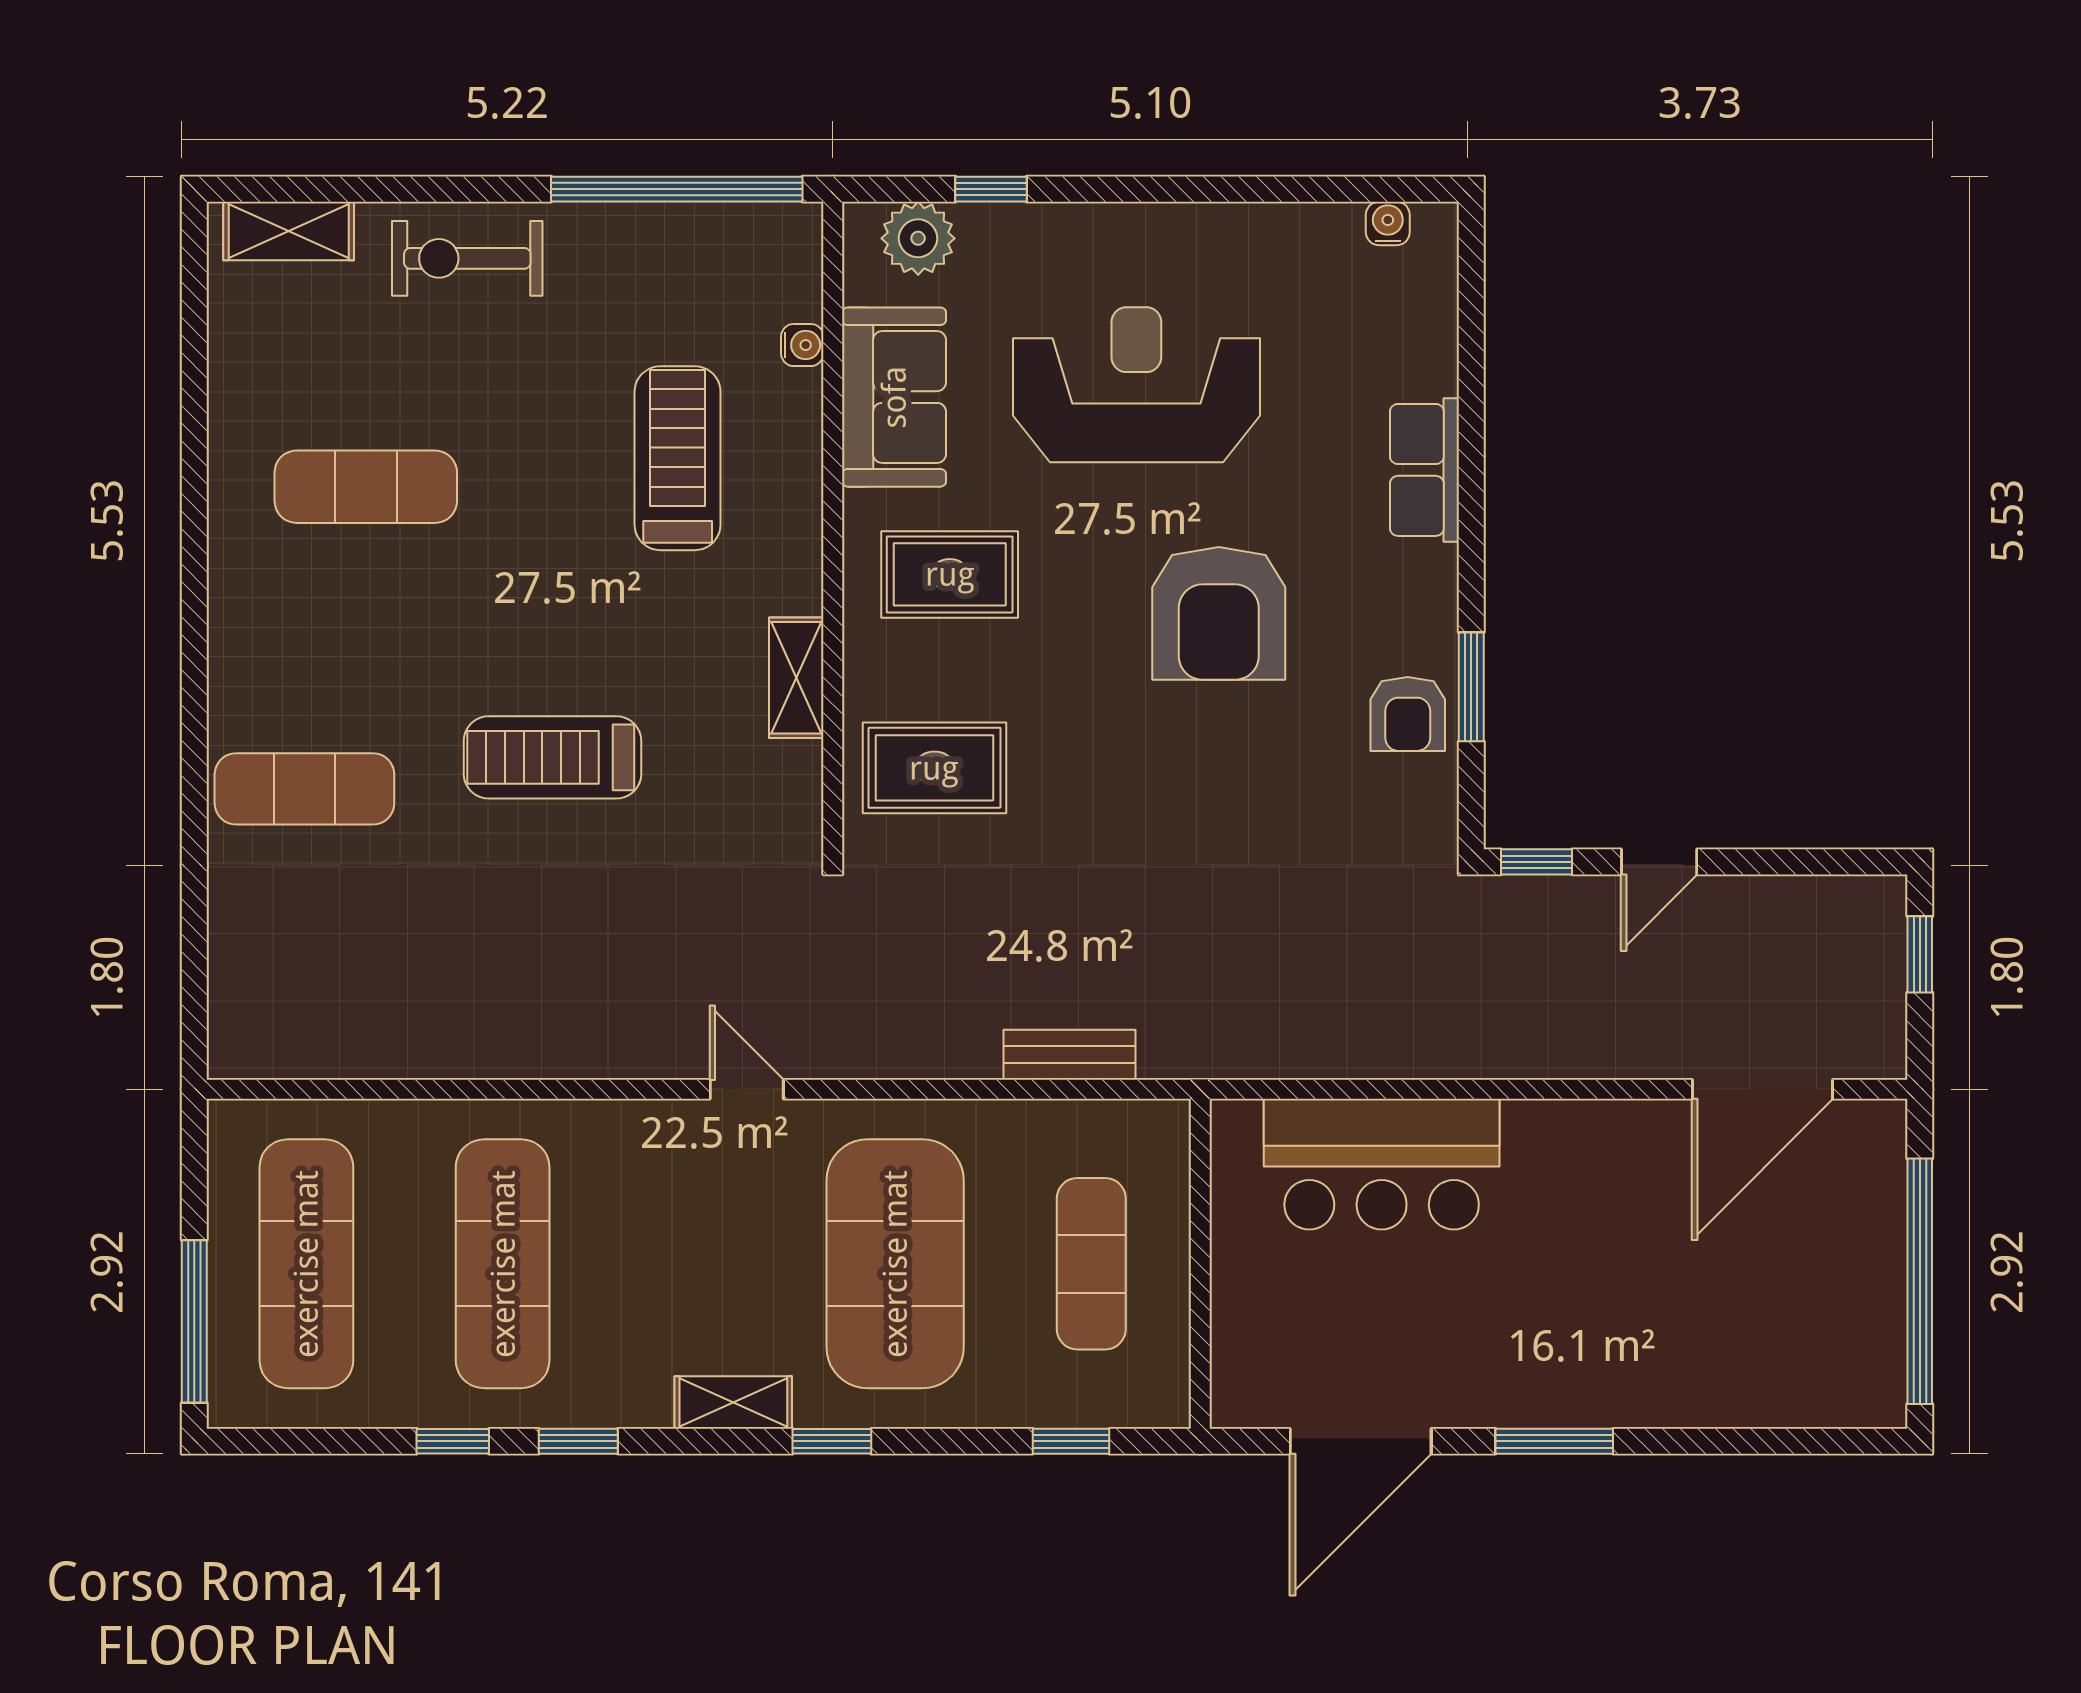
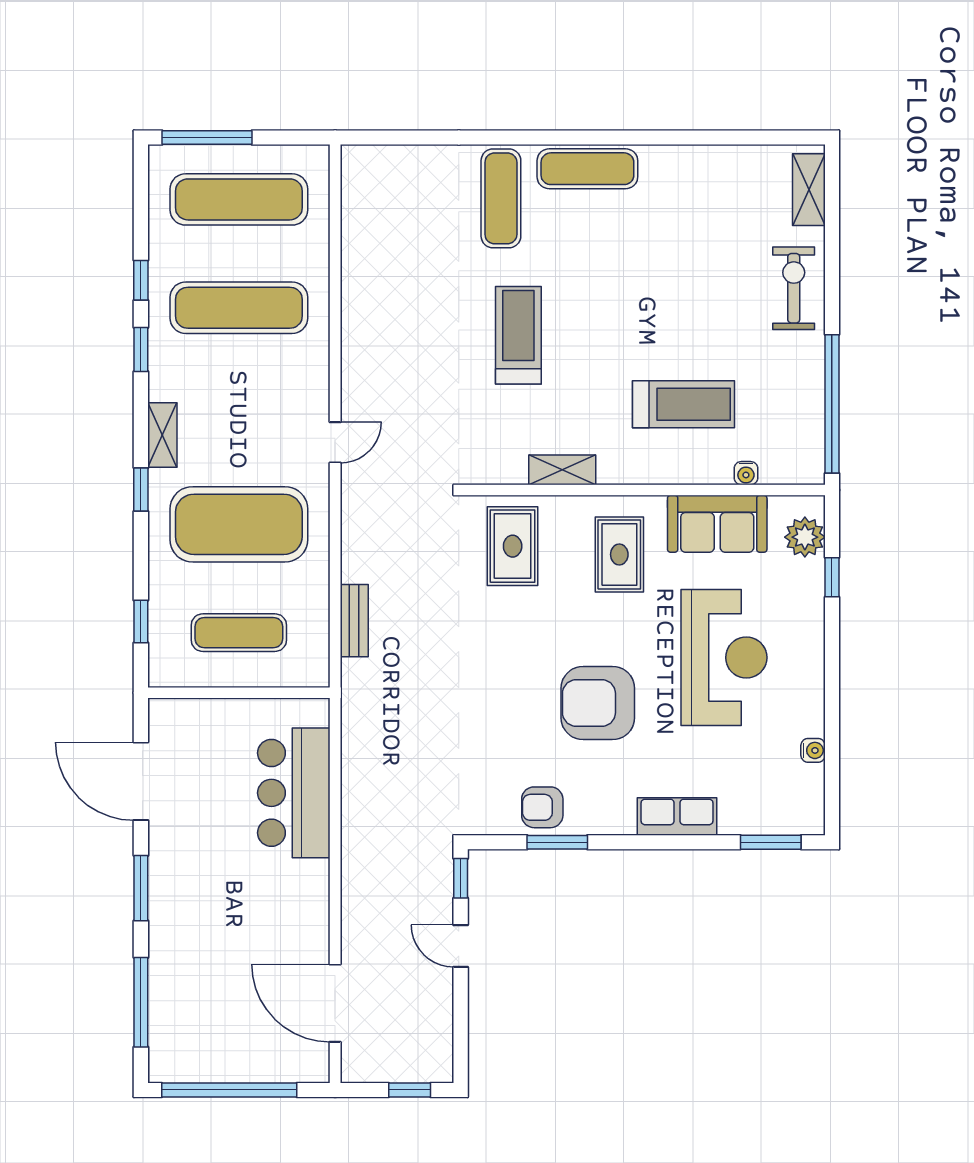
water cooler: (1388, 223) -> (813, 750), moved
window: (1471, 300) -> (771, 842), added
exercise mat: (366, 487) -> (587, 169), moved, turned 90
window: (1761, 1441) -> (141, 1002), added

